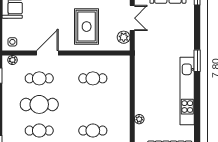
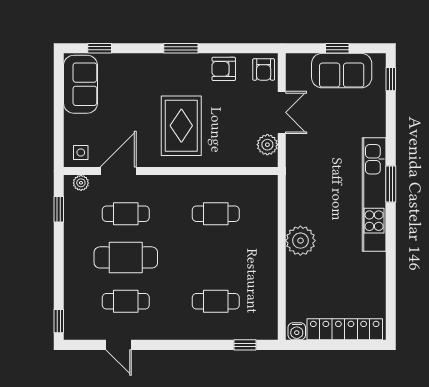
rug: (87, 27) -> (181, 126), moved
door: (47, 53) -> (118, 171), moved
kitchen unit: (187, 91) -> (374, 194), moved
plant: (139, 119) -> (300, 241), moved, width x1.88, depth x1.88

